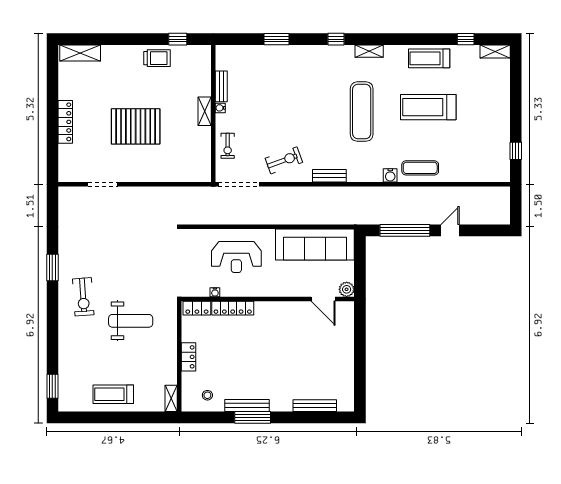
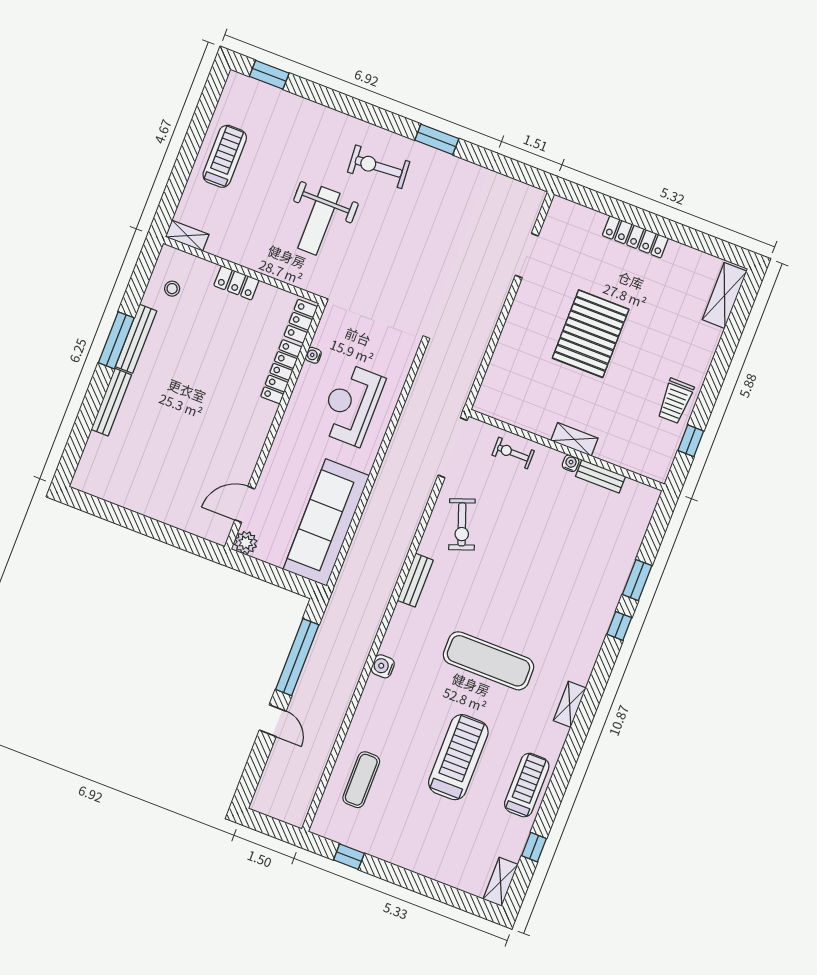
window: (336, 39) -> (619, 626), moved
exercise mat: (420, 168) -> (361, 780), moved
bench: (315, 406) -> (111, 402), moved

